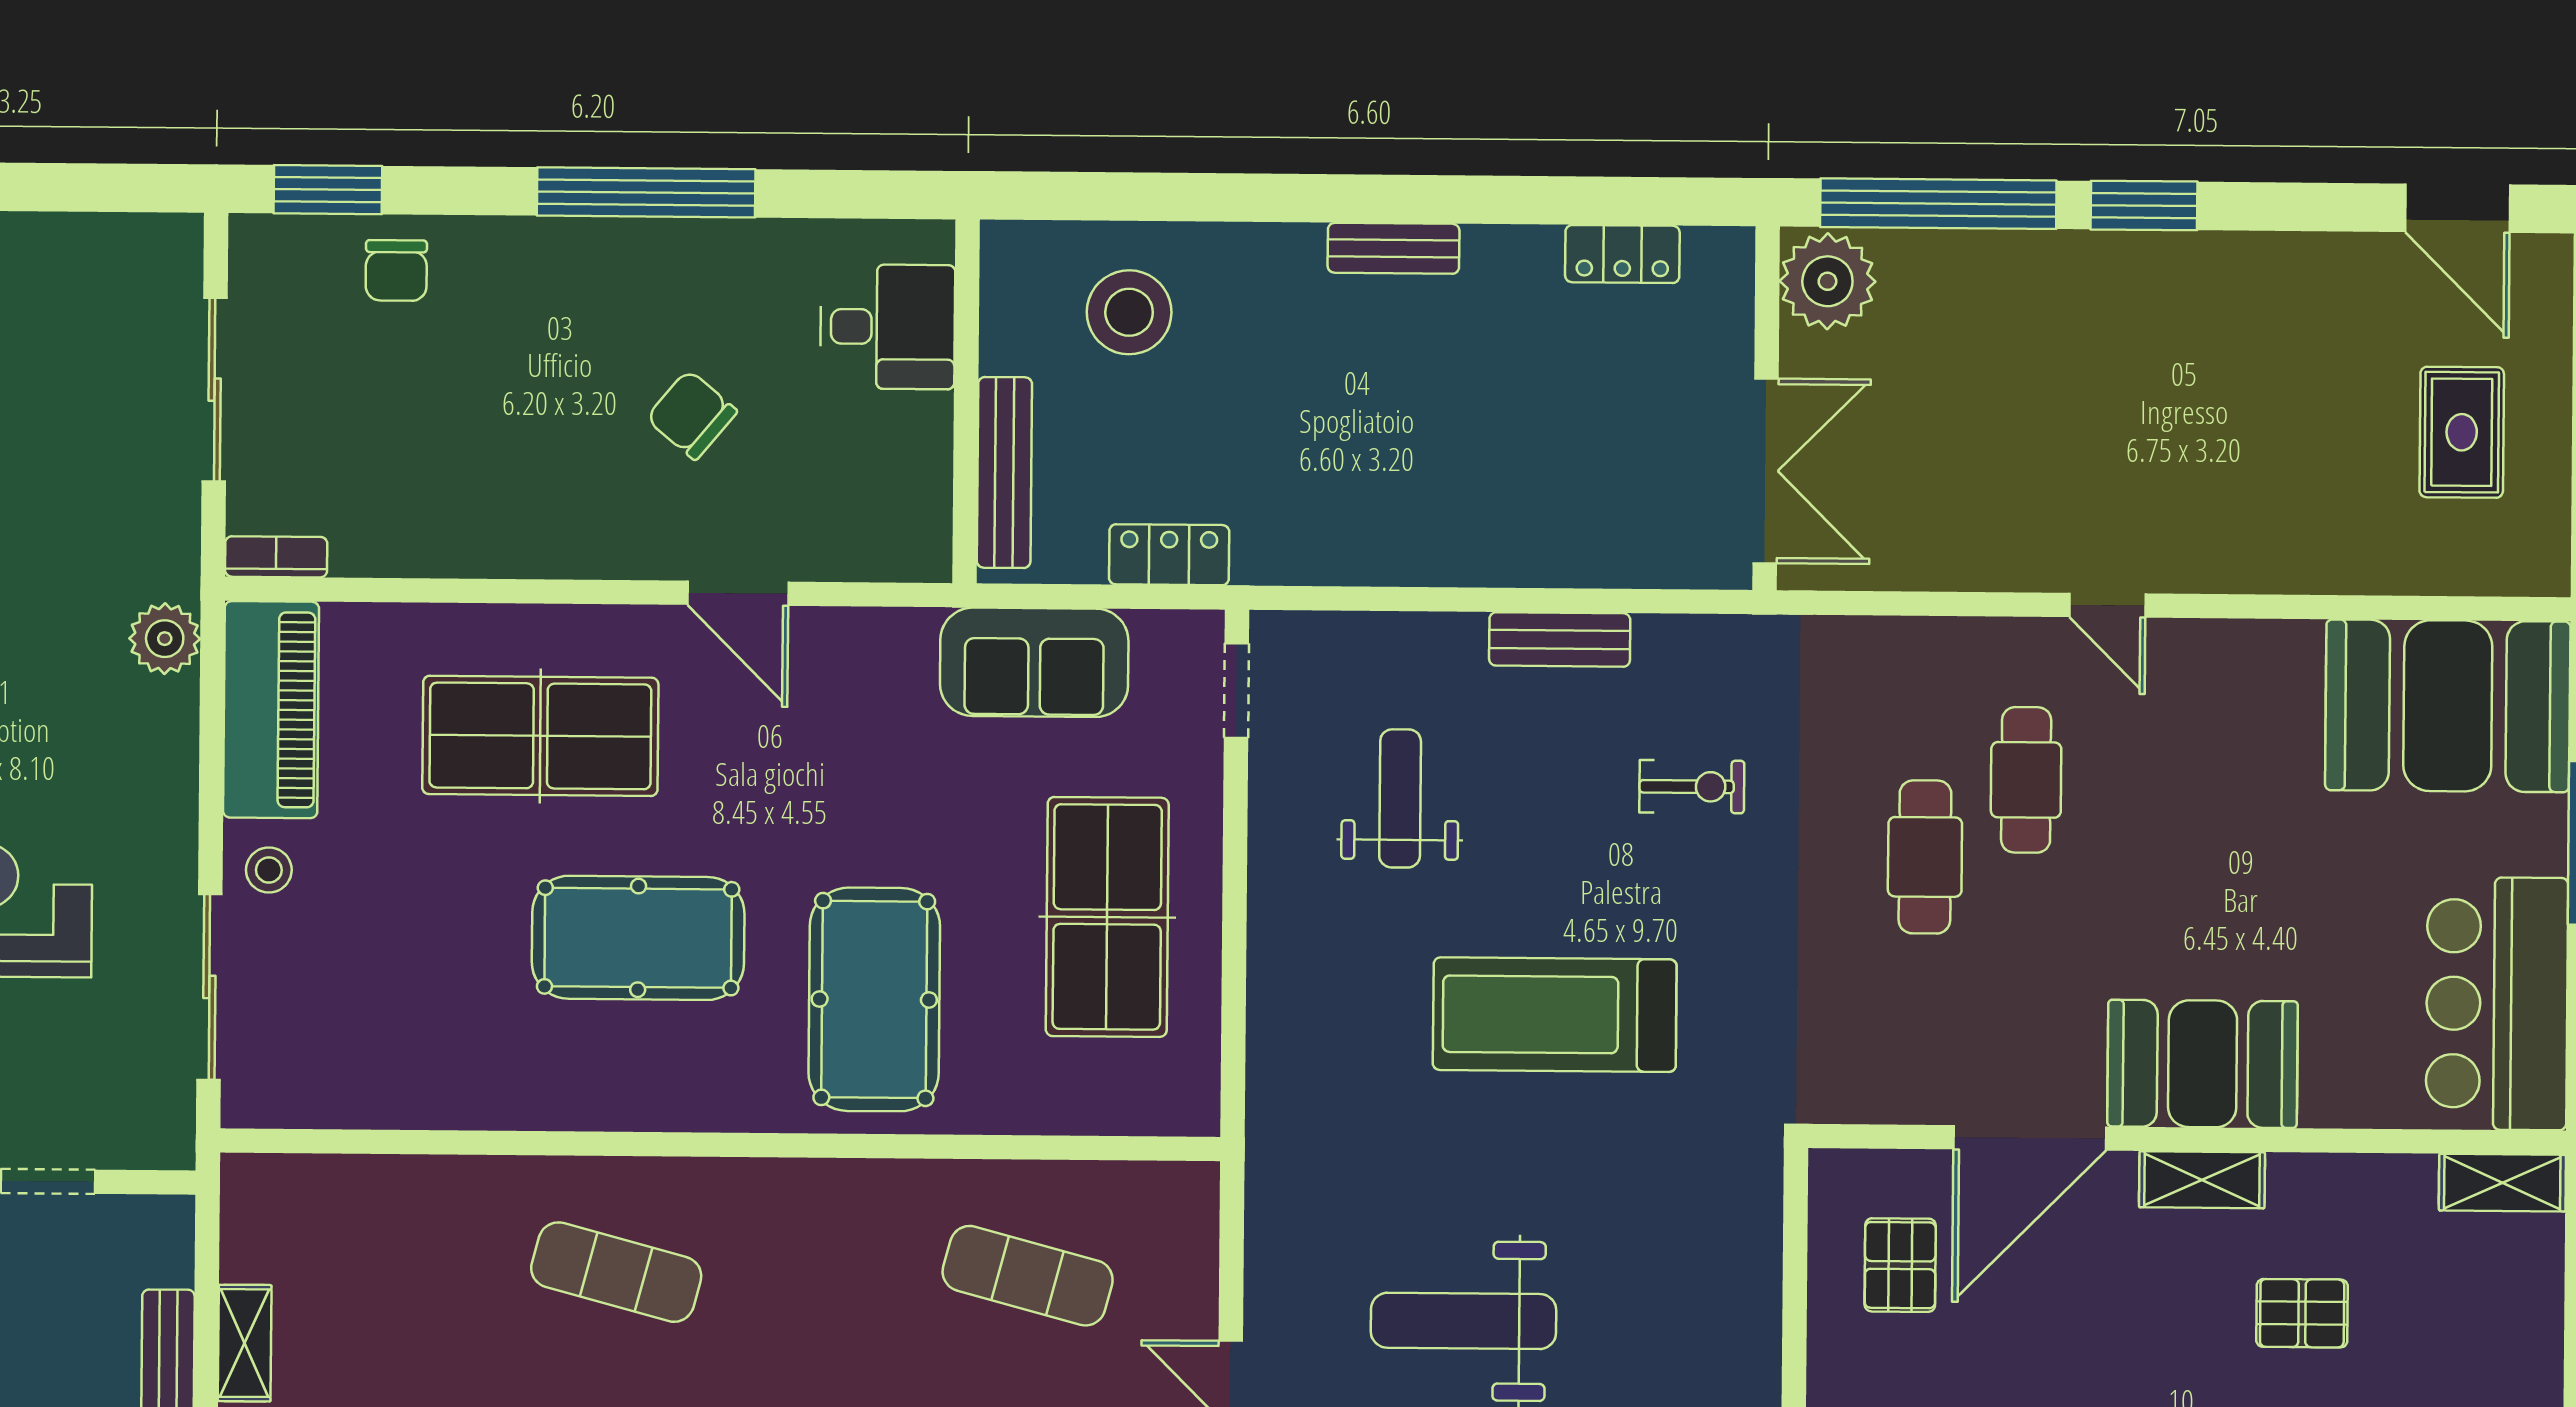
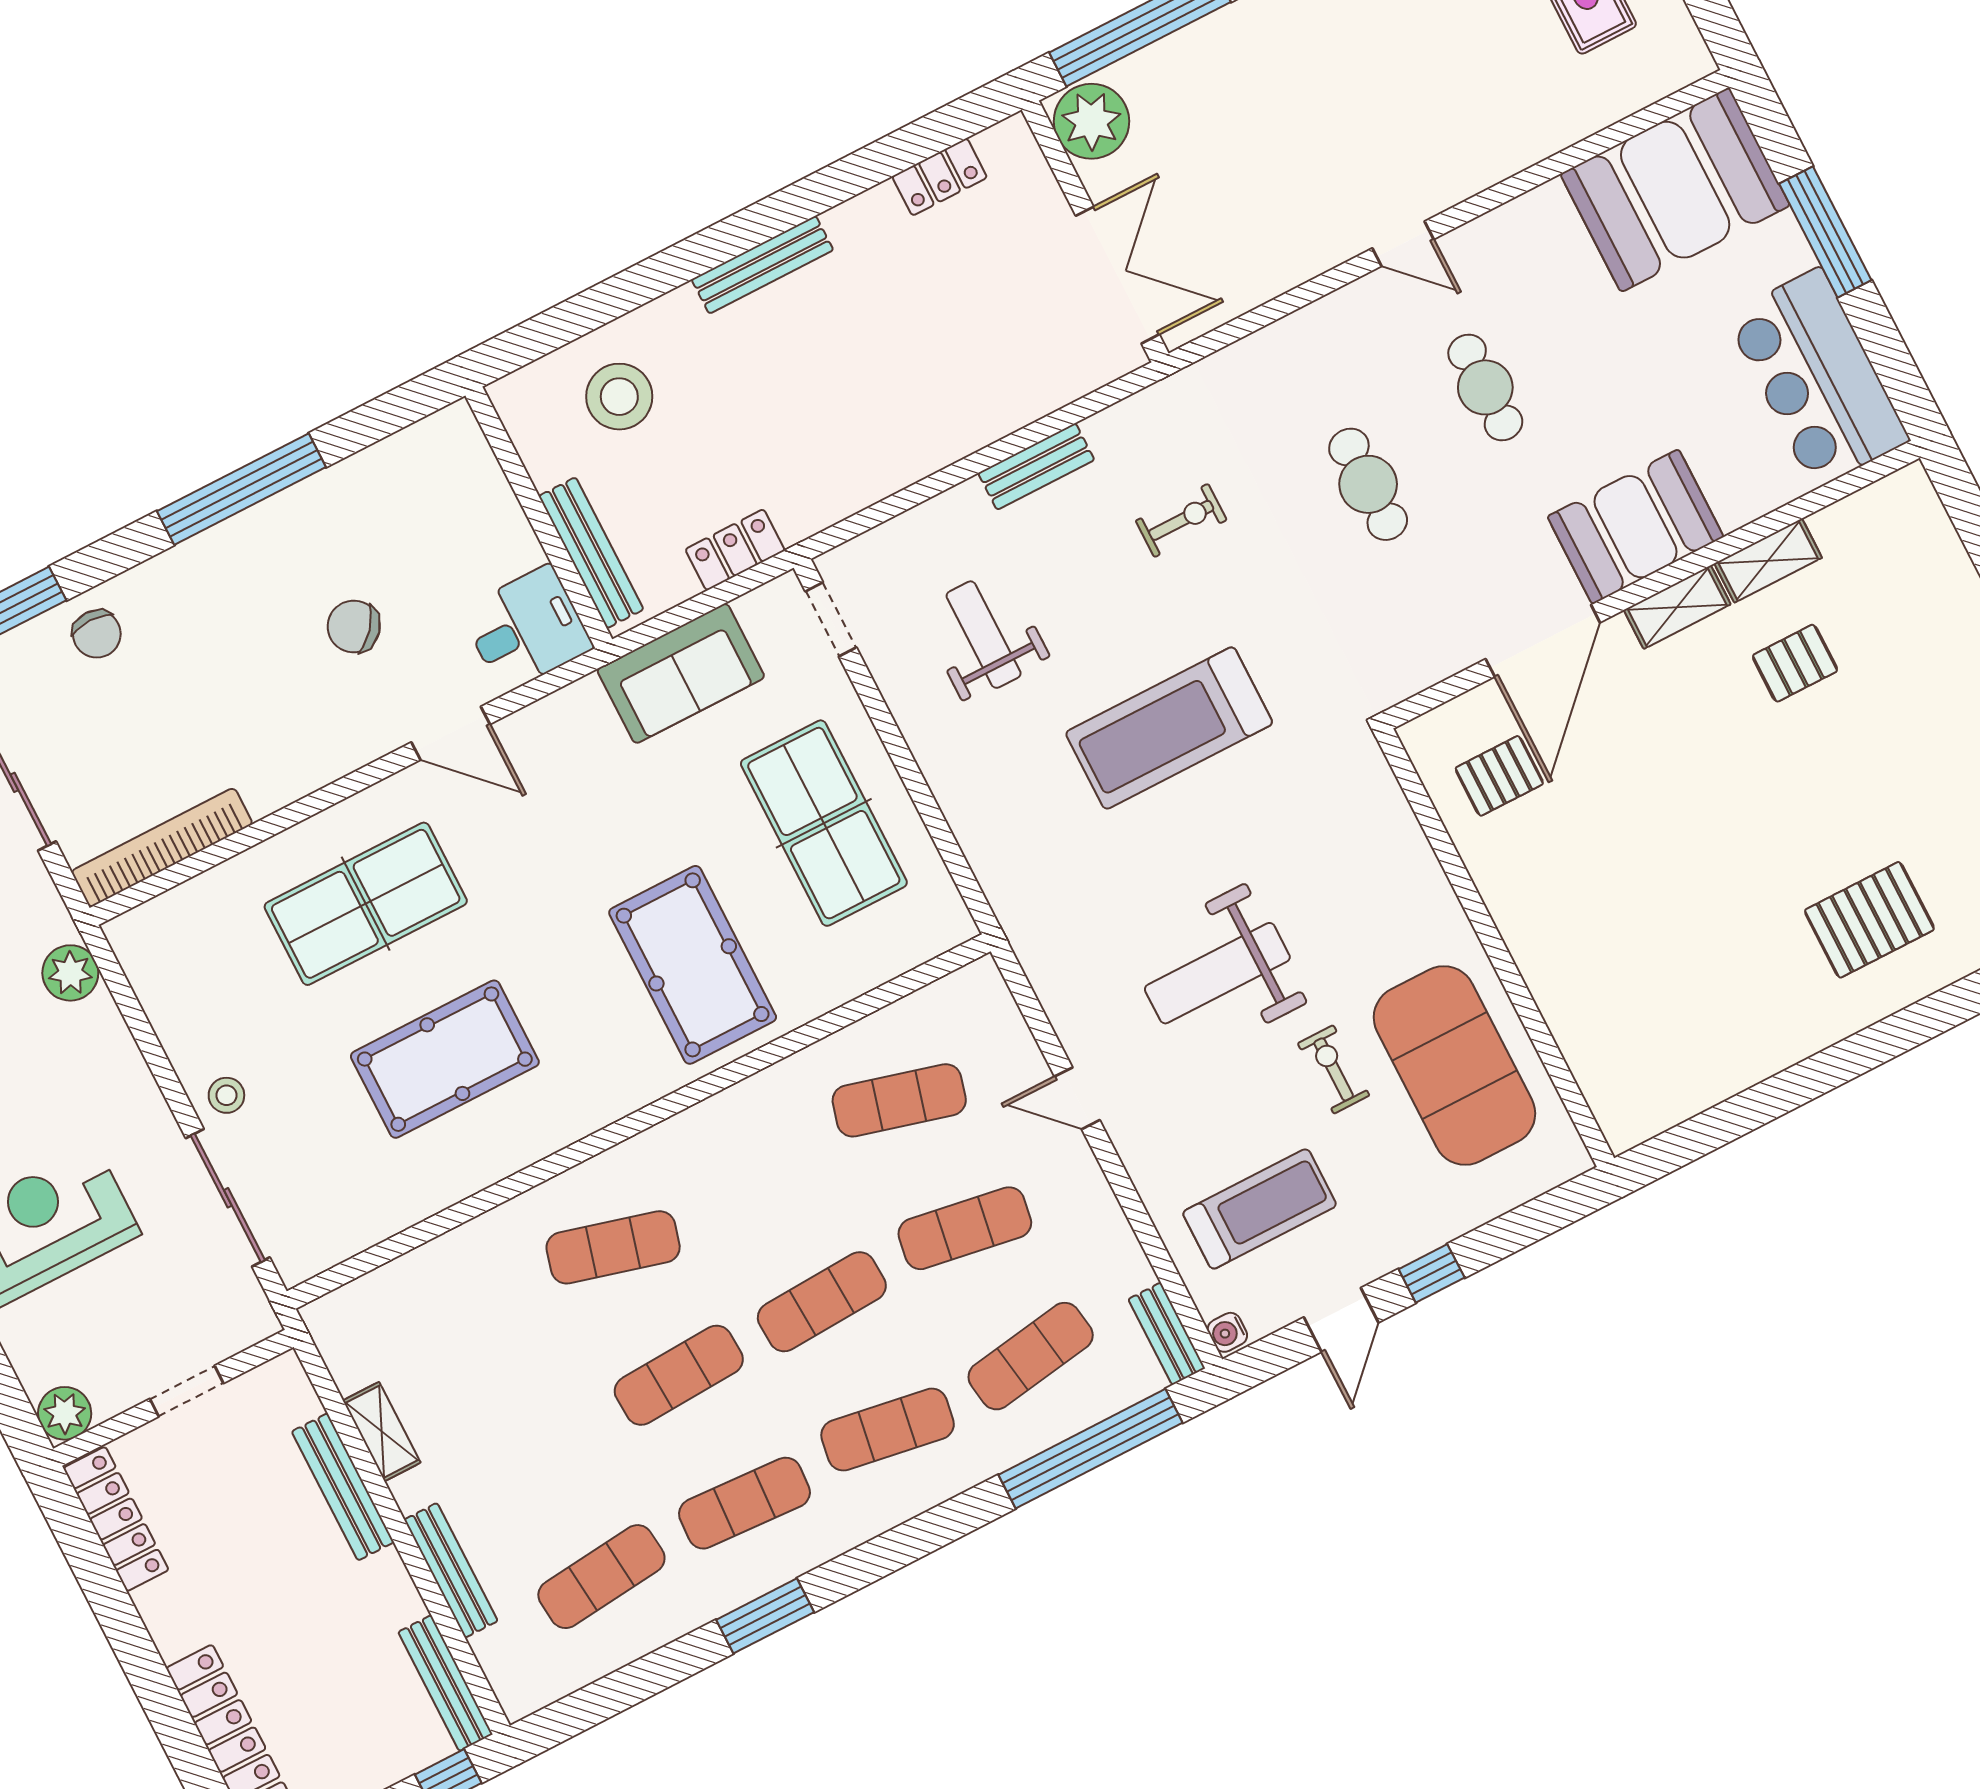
bench: (1393, 248) -> (762, 265), width x1.36
desk: (888, 327) -> (526, 629), moved
bookcase: (276, 557) -> (162, 847), width x2.31, depth x1.31
piano: (271, 710) -> (170, 983), removed
cafe table: (2026, 780) -> (1485, 387), moved
pool table: (638, 938) -> (445, 1059), moved
shelving: (2502, 1183) -> (1768, 561), moved
pallet: (1900, 1265) -> (1499, 776), turned 90

